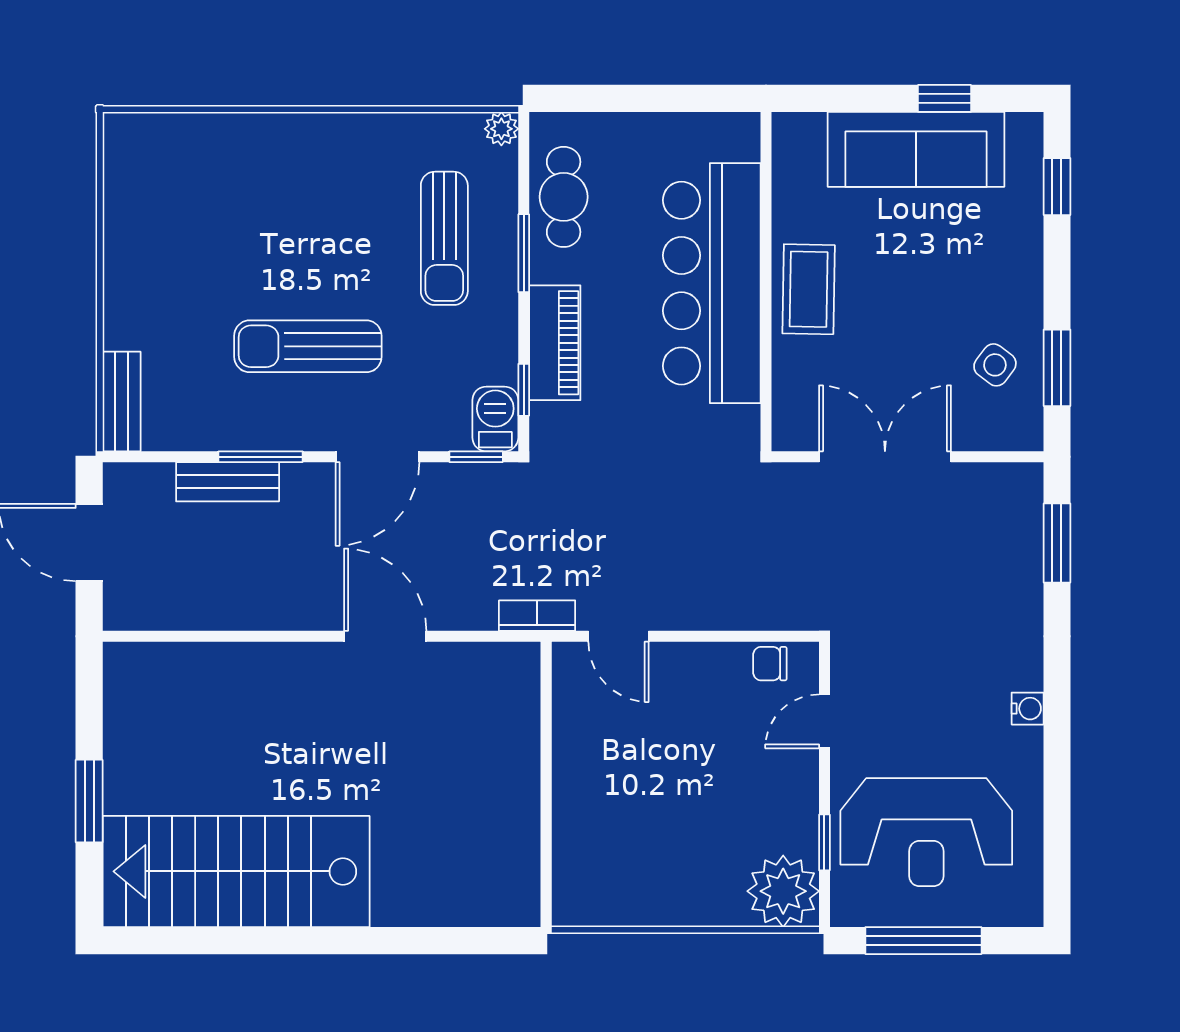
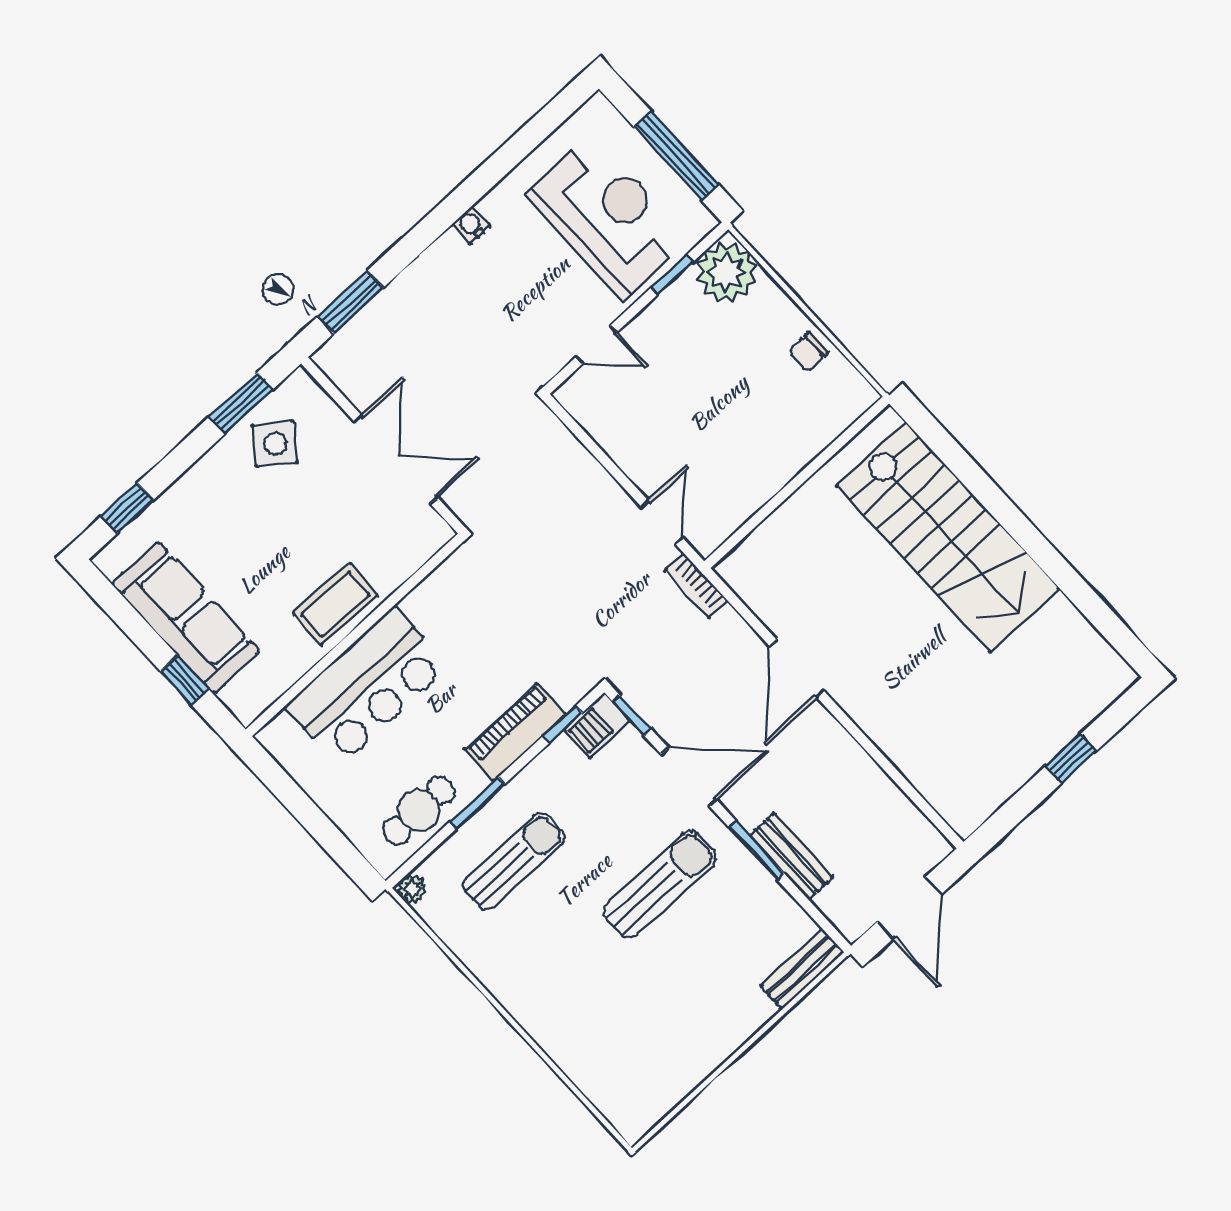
window: (944, 98) -> (184, 680), moved
bar counter: (712, 283) -> (367, 687), width x0.73
sun lounger: (308, 346) -> (660, 884), turned -90
side table: (995, 365) -> (275, 444), width x1.37, depth x1.37
double door: (885, 457) -> (396, 459), swing flipped
chair: (770, 664) -> (808, 352), moved, turned 90
window: (89, 801) -> (1071, 759), width x0.67
stairs: (236, 871) -> (948, 537), moved

